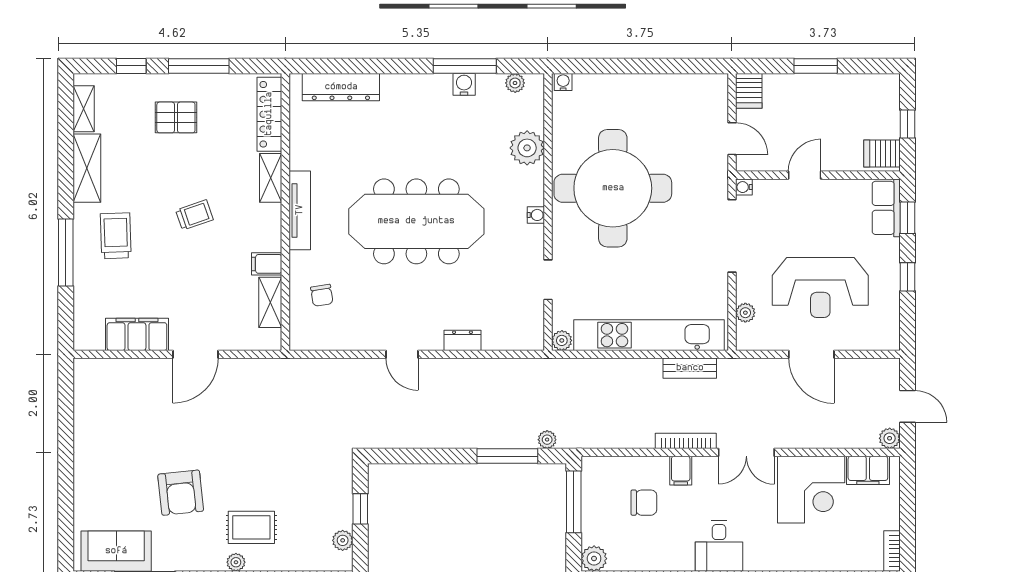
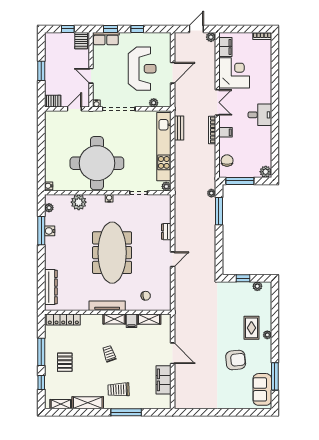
shelving: (271, 178) -> (114, 319), moved
chair: (644, 503) -> (227, 161), moved

